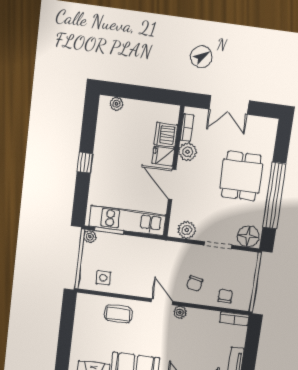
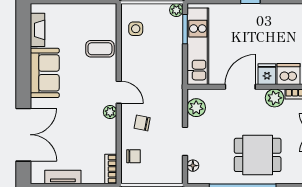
floor lamp: (248, 236) -> (193, 166), width x0.53, depth x0.53
door: (162, 302) -> (119, 92), hinge flipped
coffee table: (118, 314) -> (100, 49), turned 90

